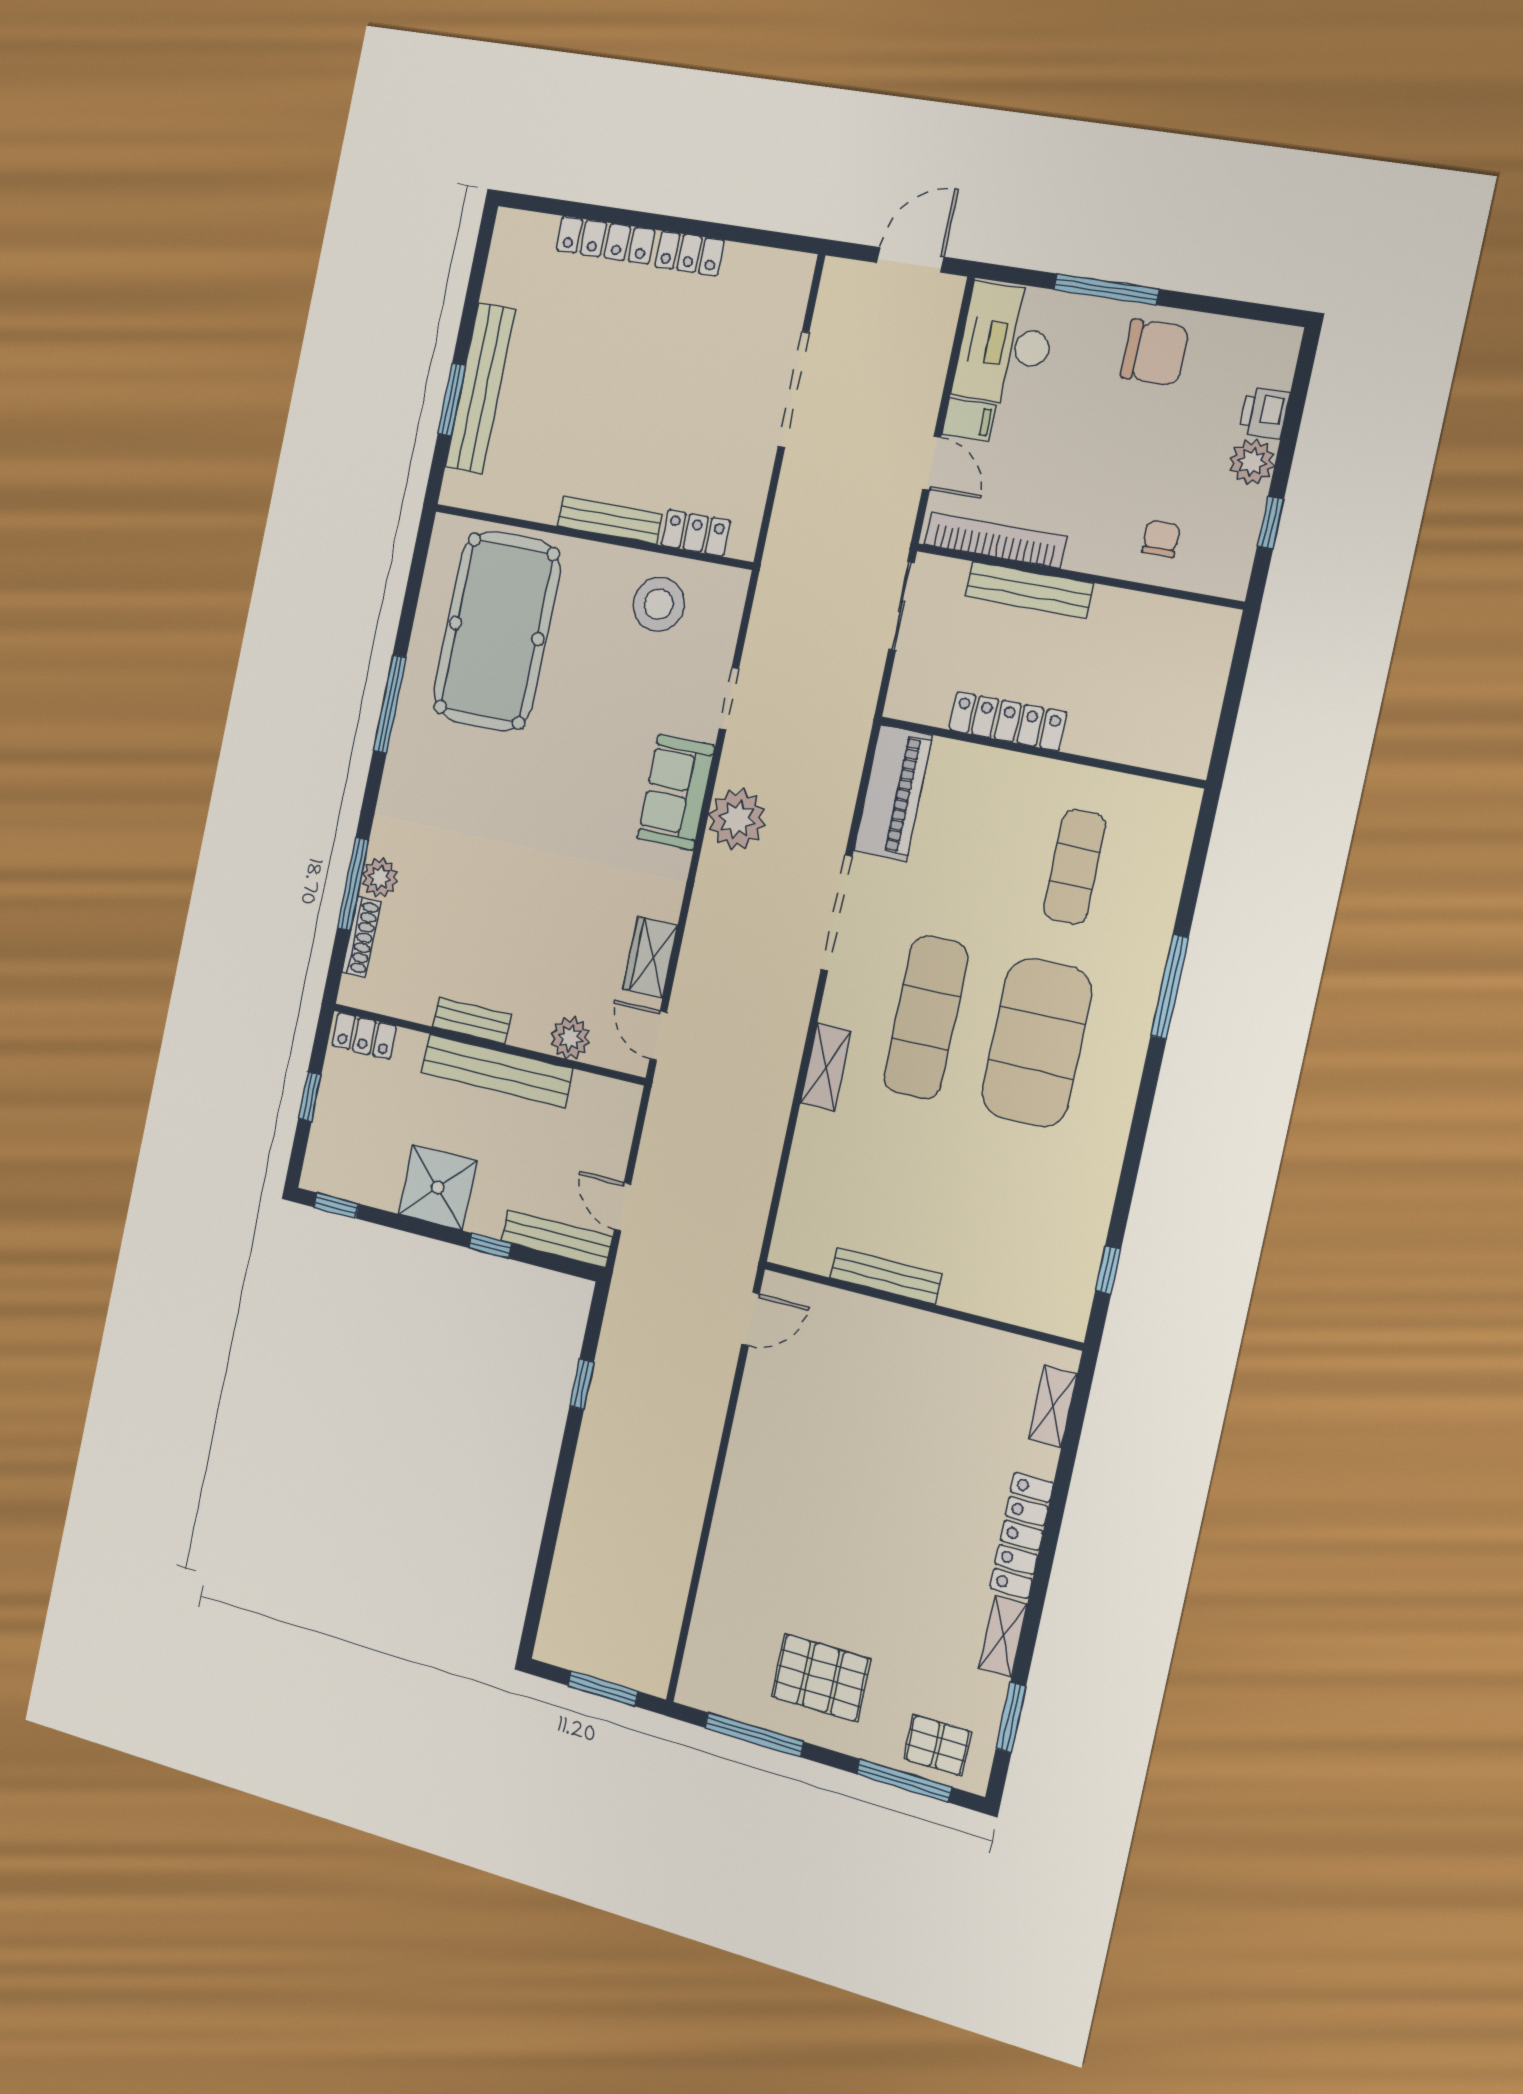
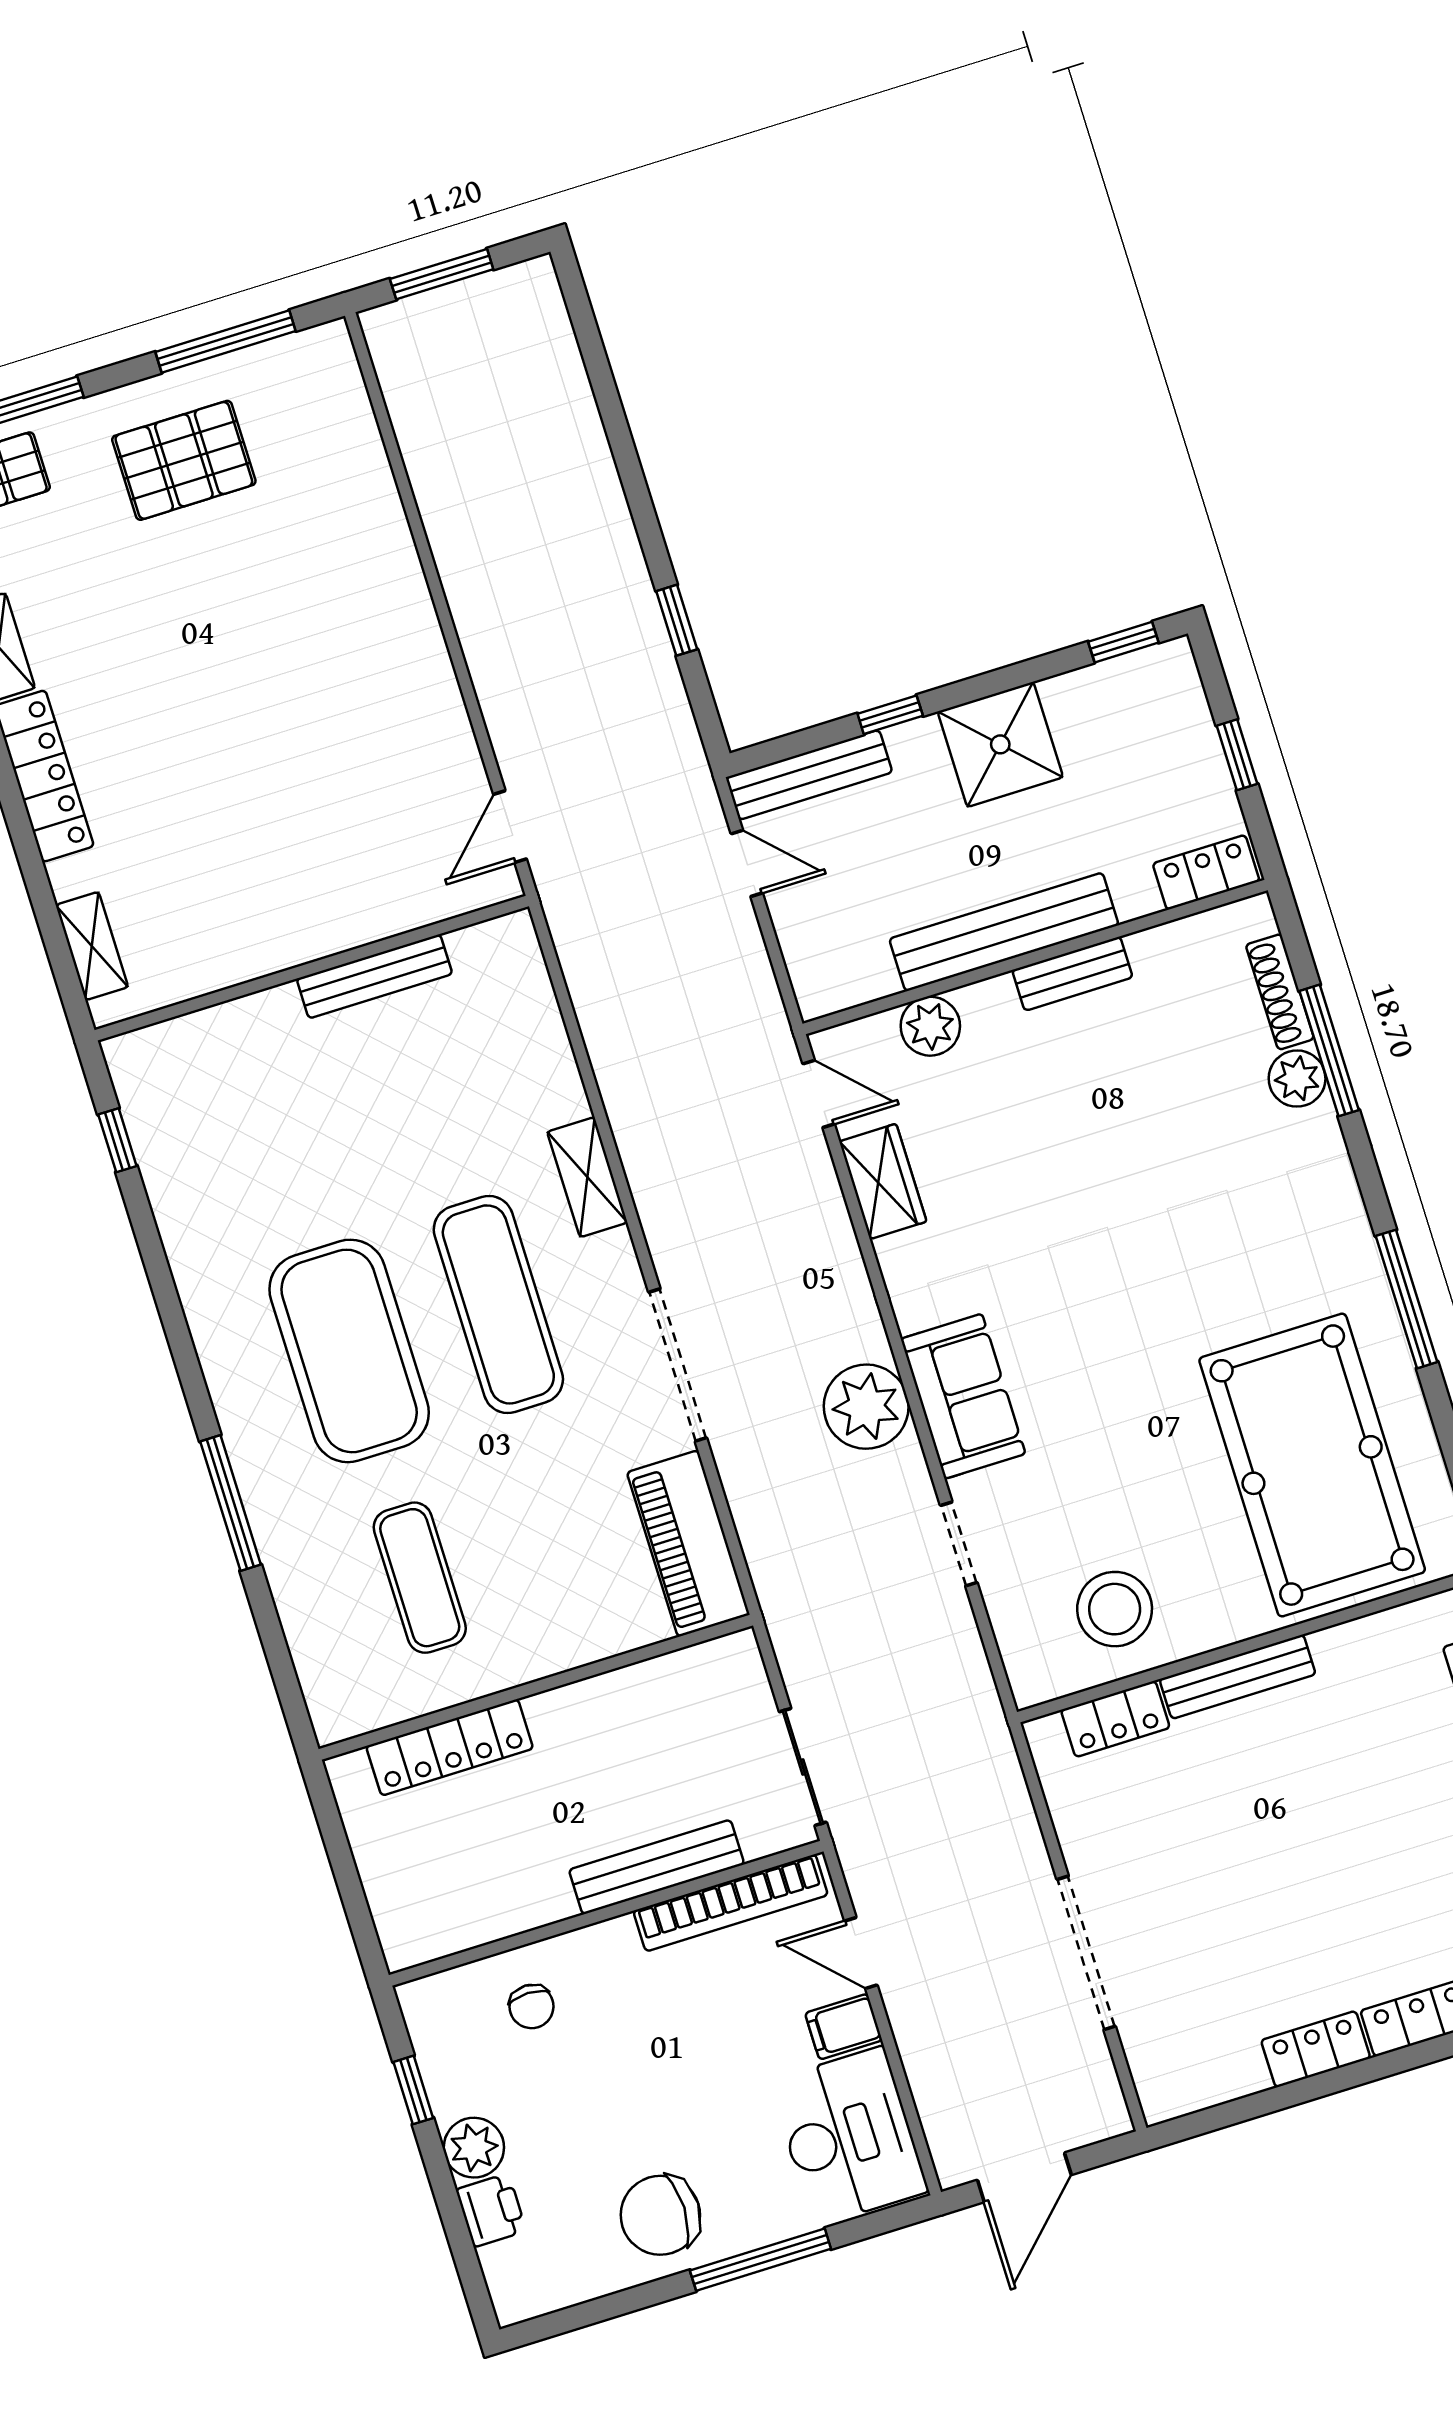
locker: (1008, 721) -> (450, 1747), moved

